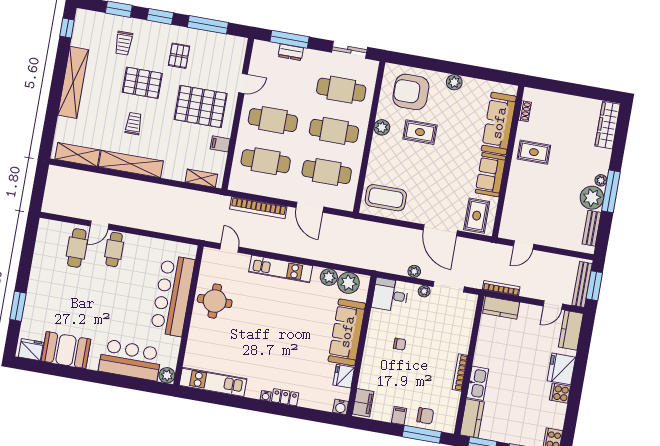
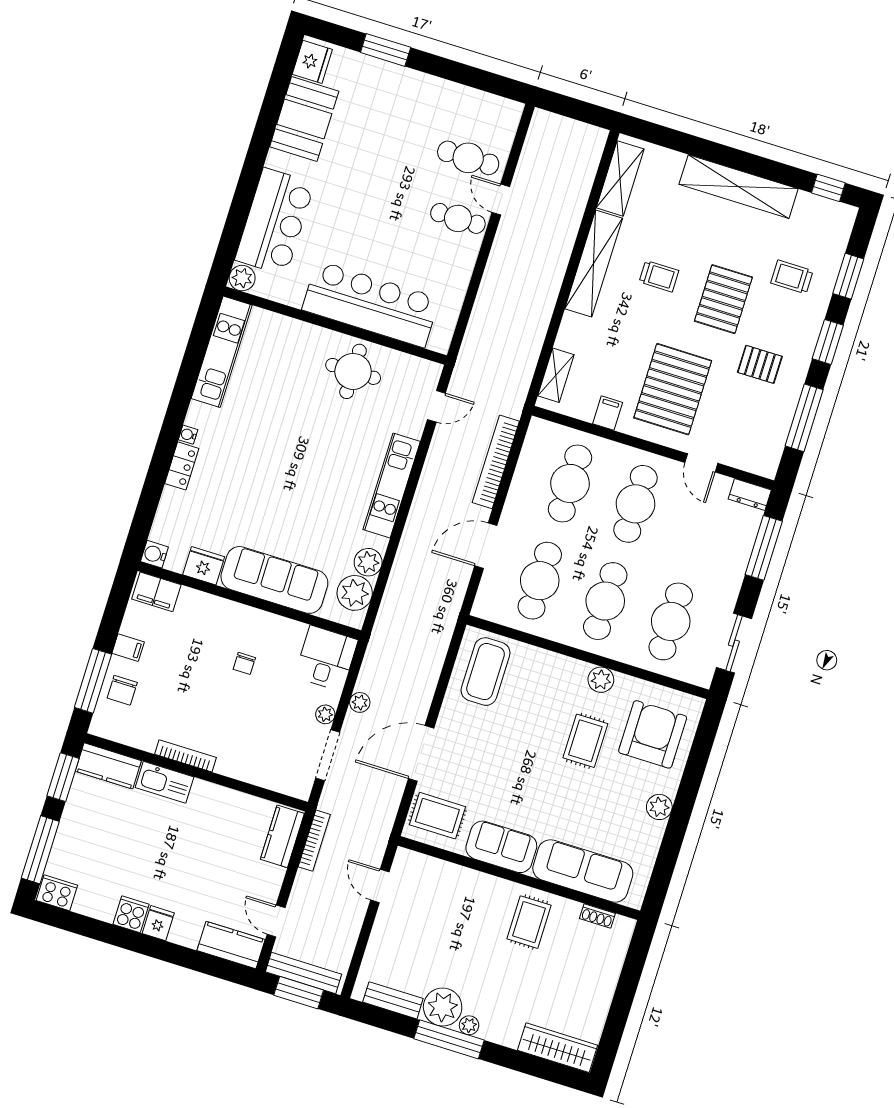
dresser: (291, 52) -> (750, 495), moved, turned -90
fridge: (561, 369) -> (158, 923), width x0.53, depth x0.75

